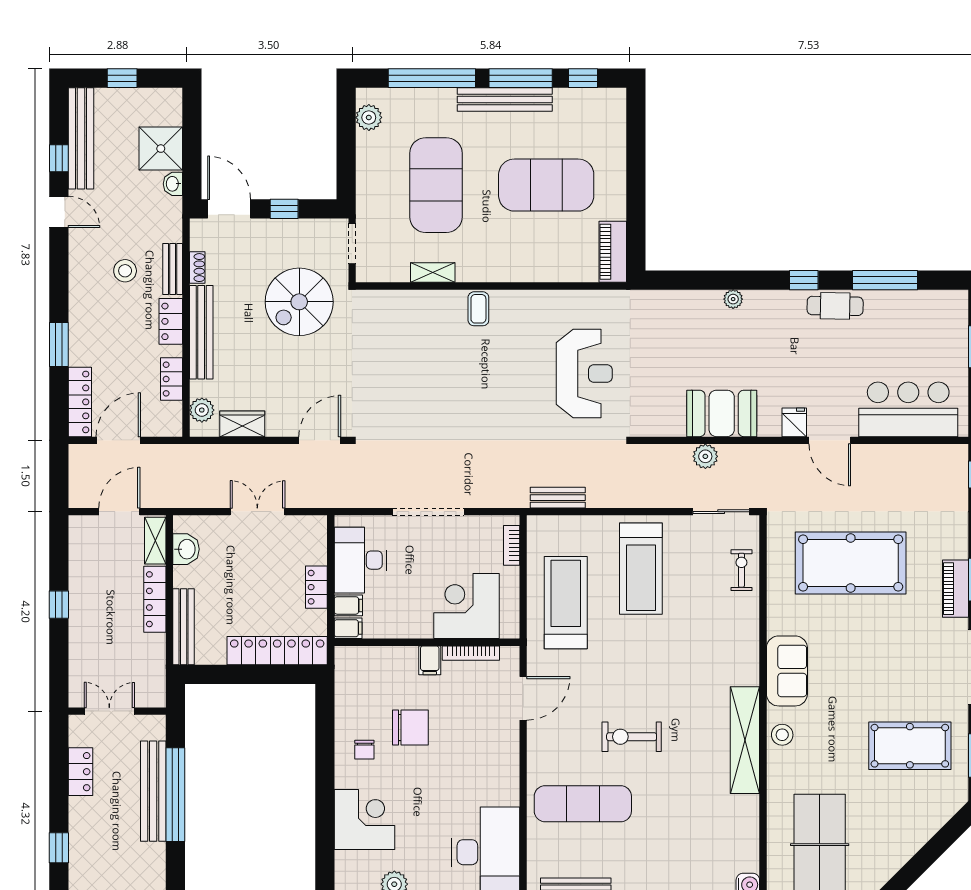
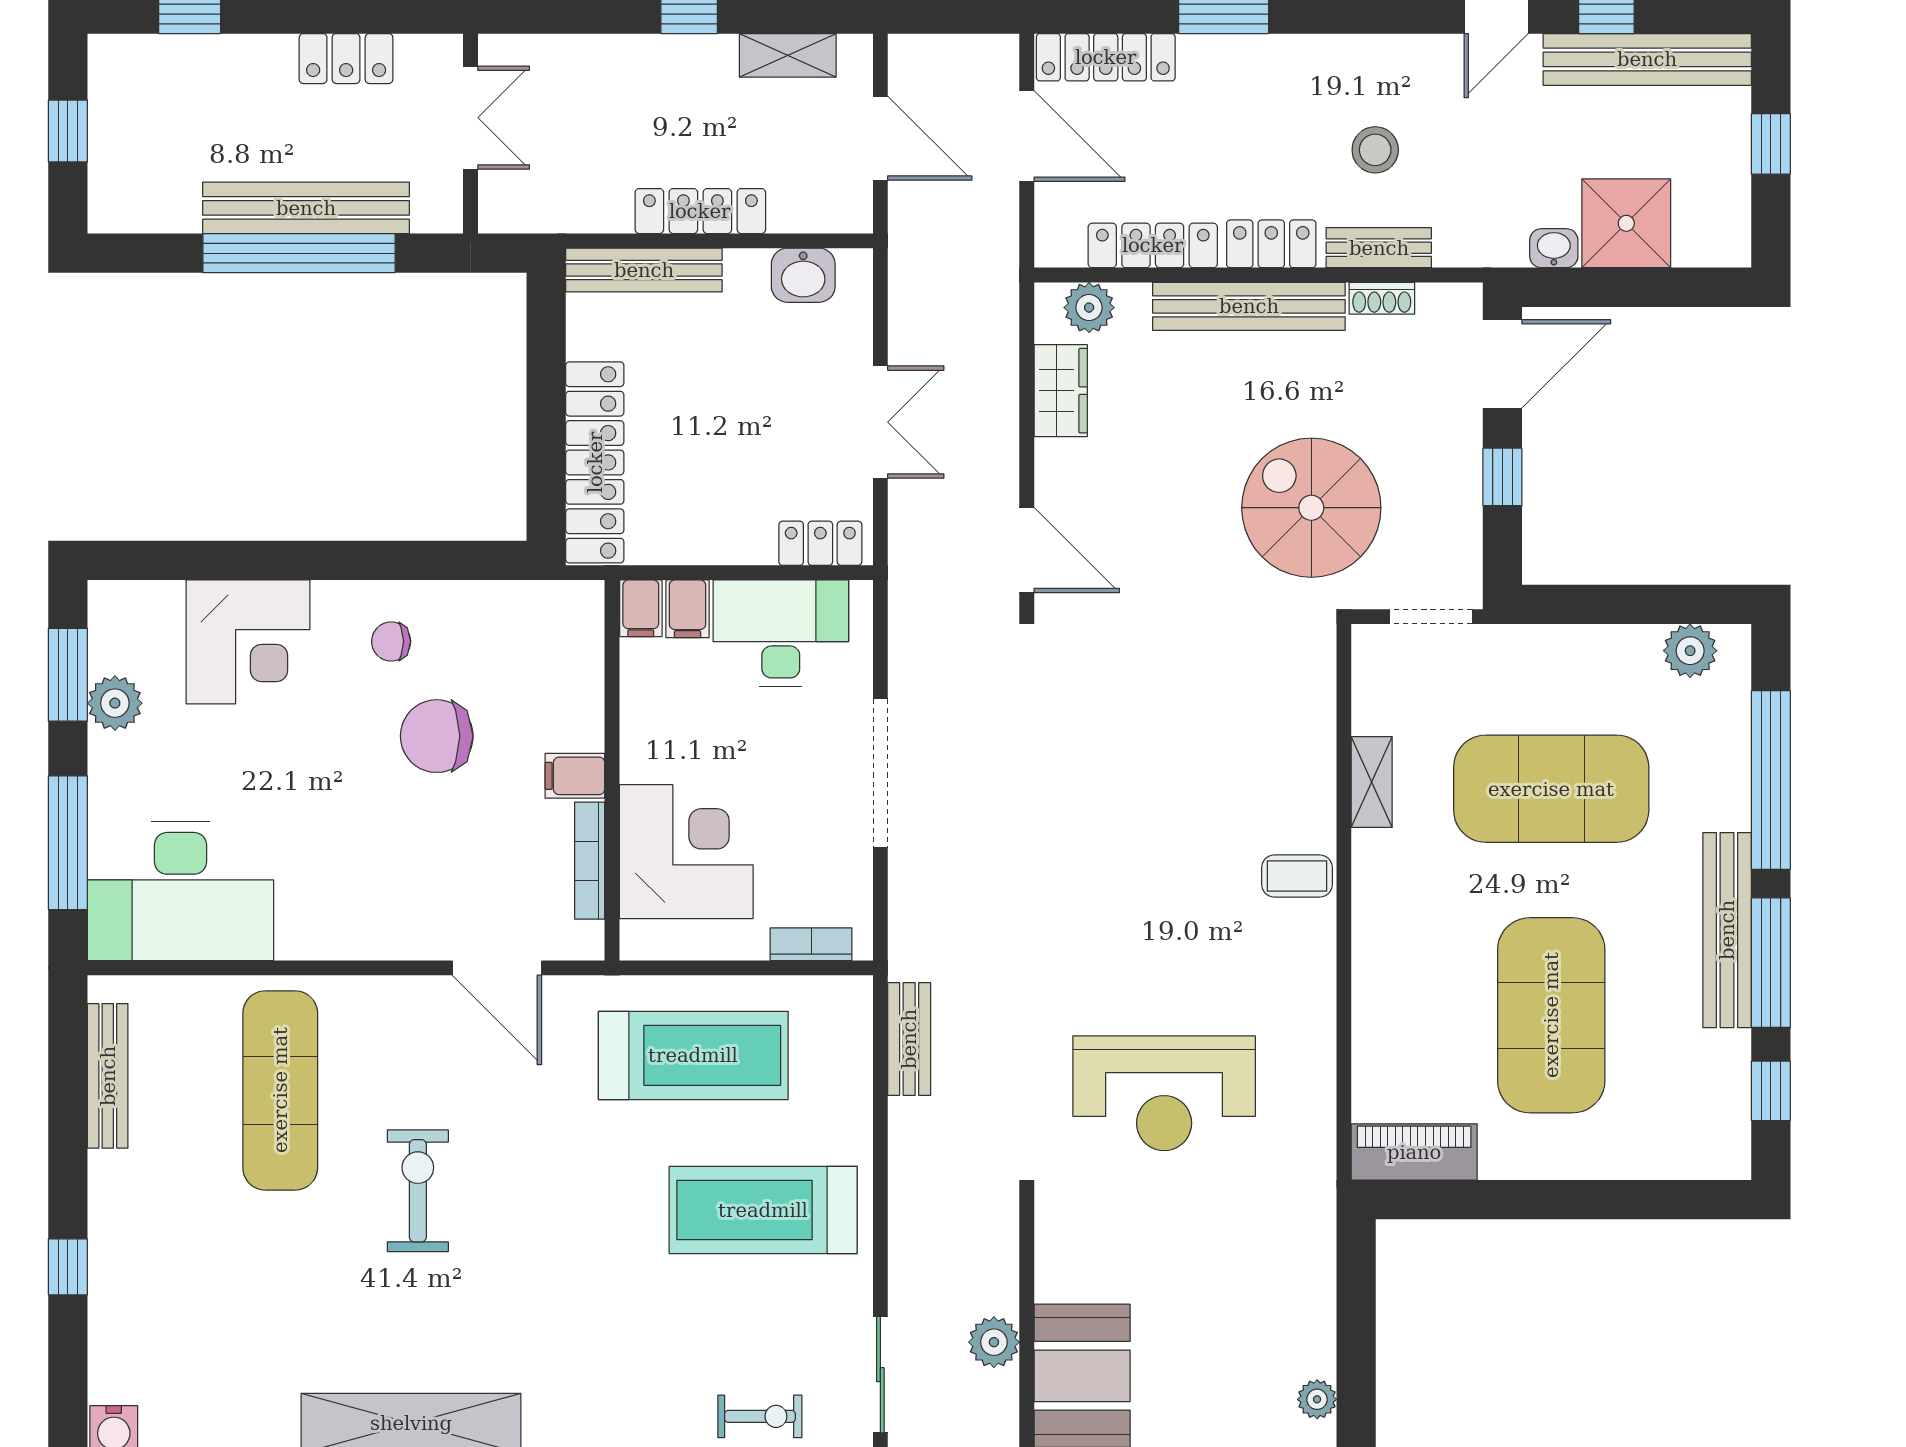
locker: (172, 379) -> (1153, 245), width x1.53
shelving: (155, 541) -> (788, 55), moved
locker: (316, 587) -> (820, 543), moved
chair: (410, 728) -> (437, 736), turned 90

